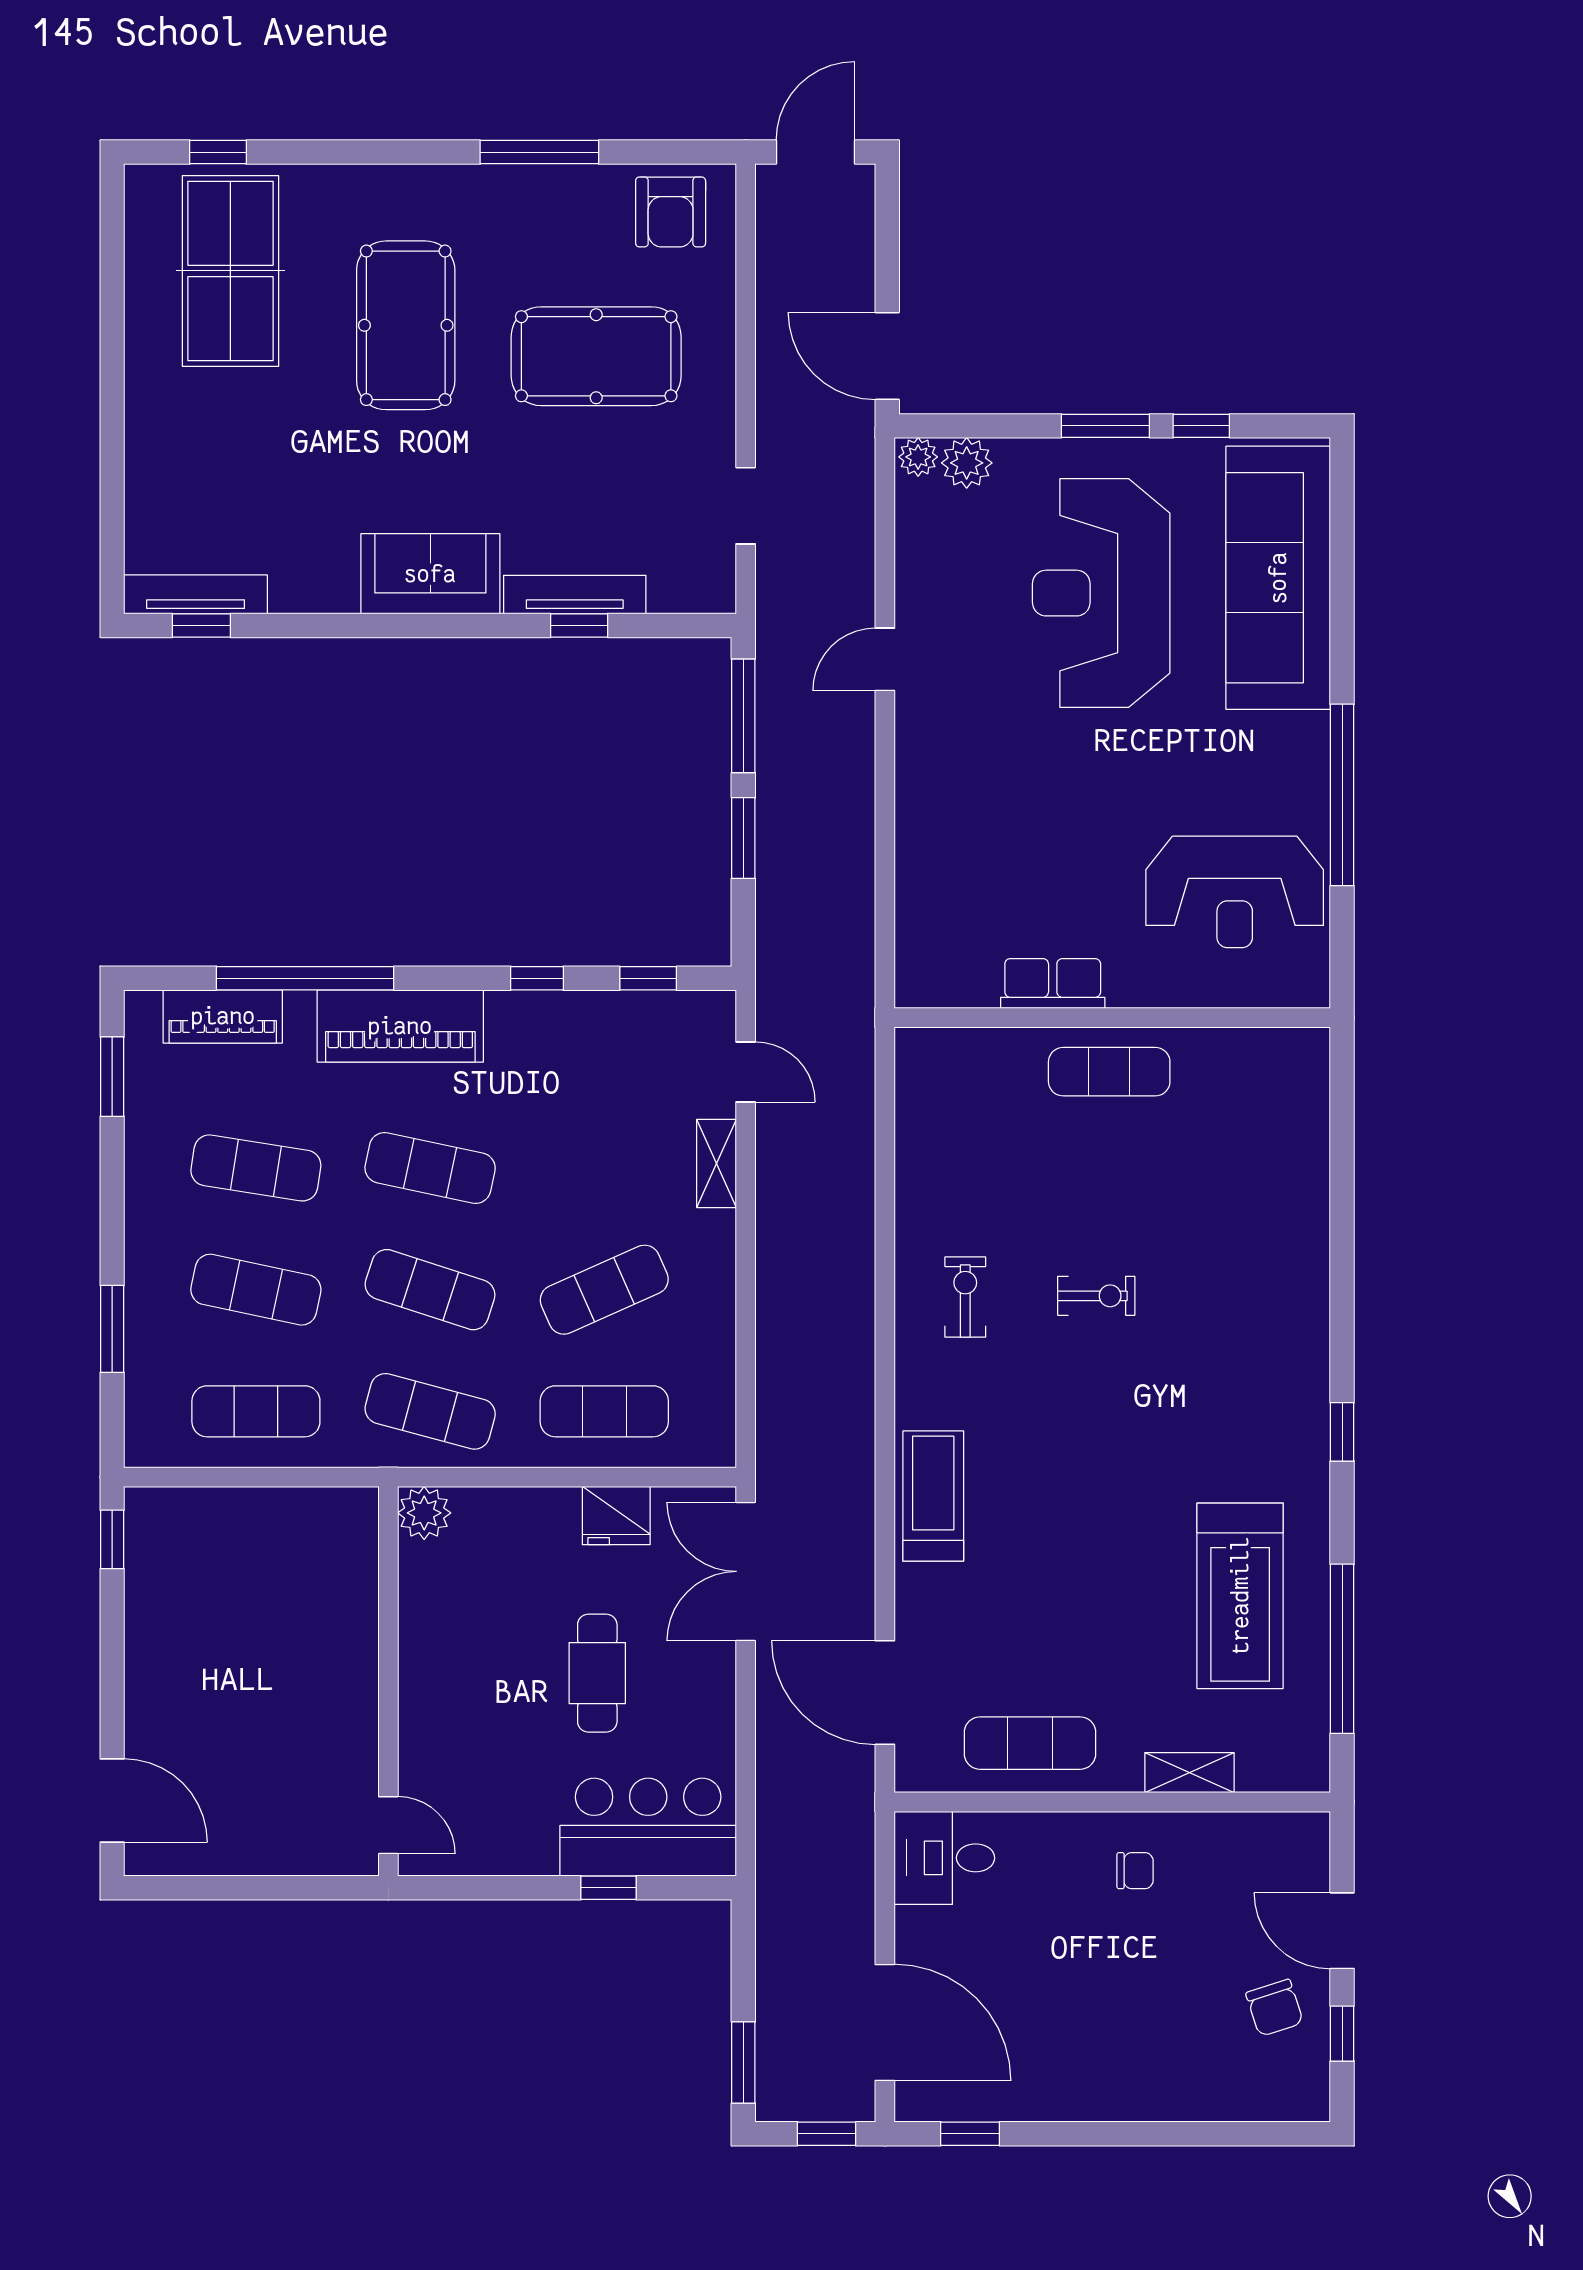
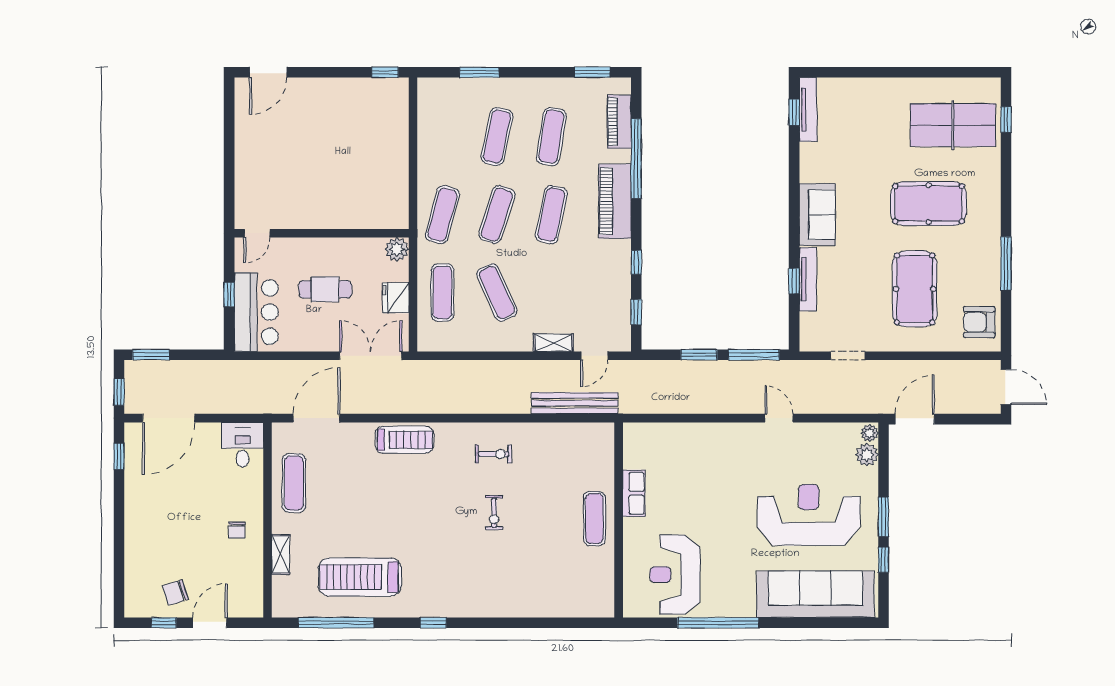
bench: (852, 1116) -> (575, 403), added
exercise mat: (256, 1411) -> (442, 137), removed
plant: (424, 1513) -> (397, 249), moved
wall: (388, 1681) -> (322, 233), moved
door: (388, 1825) -> (257, 233), moved

